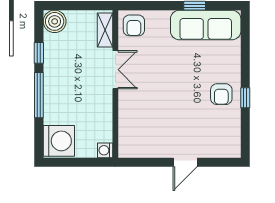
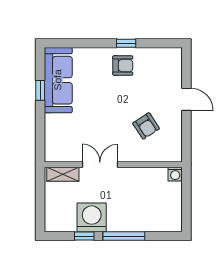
boiler: (55, 21) -> (55, 221), removed
armchair: (134, 25) -> (146, 126), moved, turned 57
washing machine: (59, 141) -> (92, 217), moved

